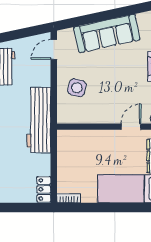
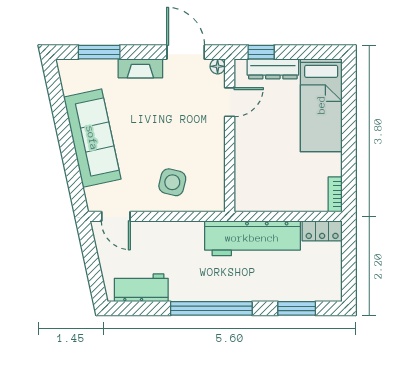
workbench: (39, 120) -> (252, 238), moved
door: (131, 127) -> (230, 102), swing flipped

